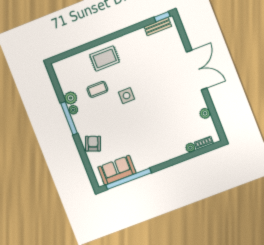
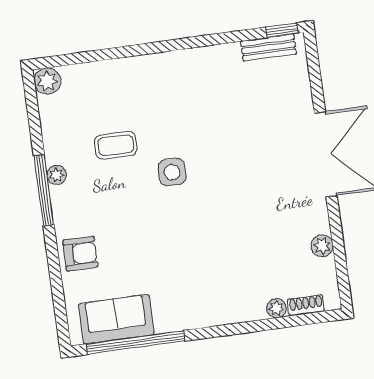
rug: (105, 58) -> (146, 86), removed
plant: (71, 98) -> (47, 81), moved
armchair: (93, 144) -> (80, 254), turned 69

